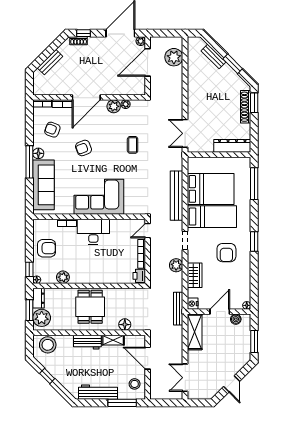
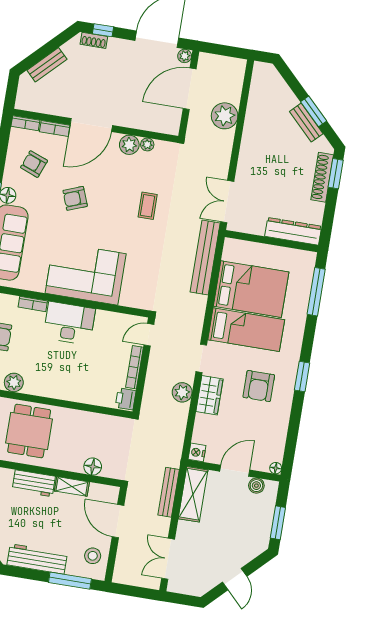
bench: (213, 56) -> (306, 123), moved
plant: (174, 57) -> (225, 116), moved
bench: (177, 196) -> (205, 258), moved
wardrobe: (195, 275) -> (209, 395), moved
dining table: (90, 307) -> (29, 431), moved
bench: (178, 309) -> (169, 492), moved

